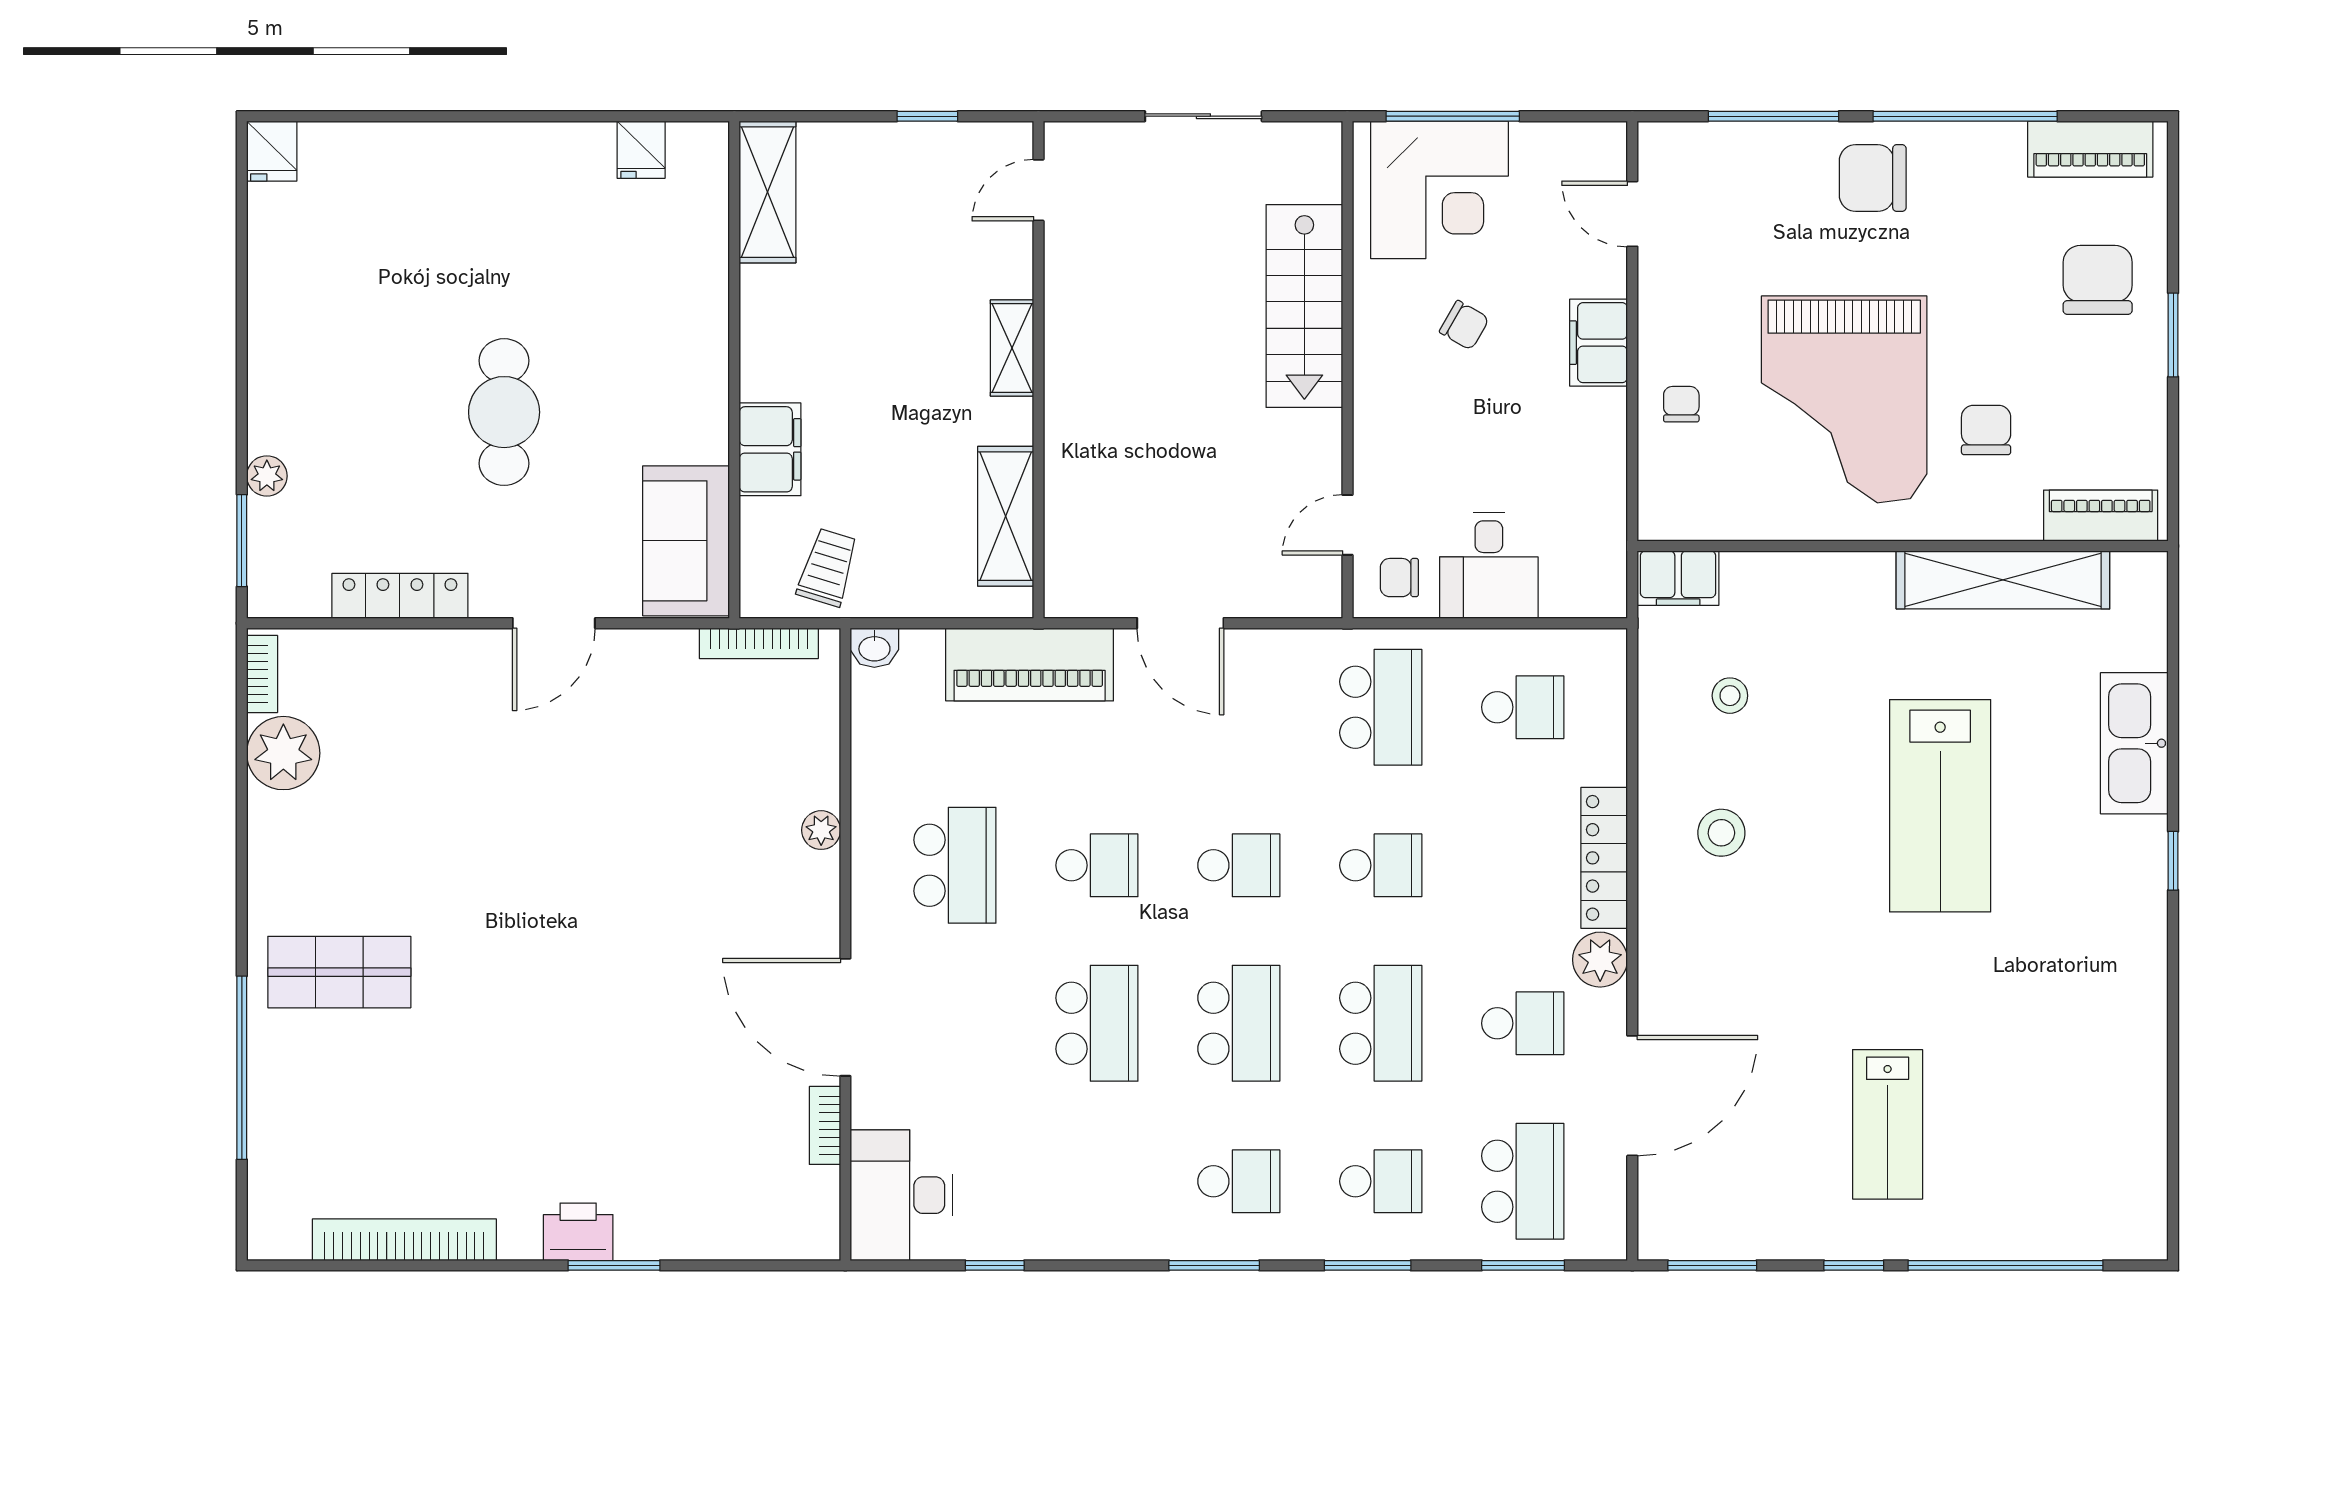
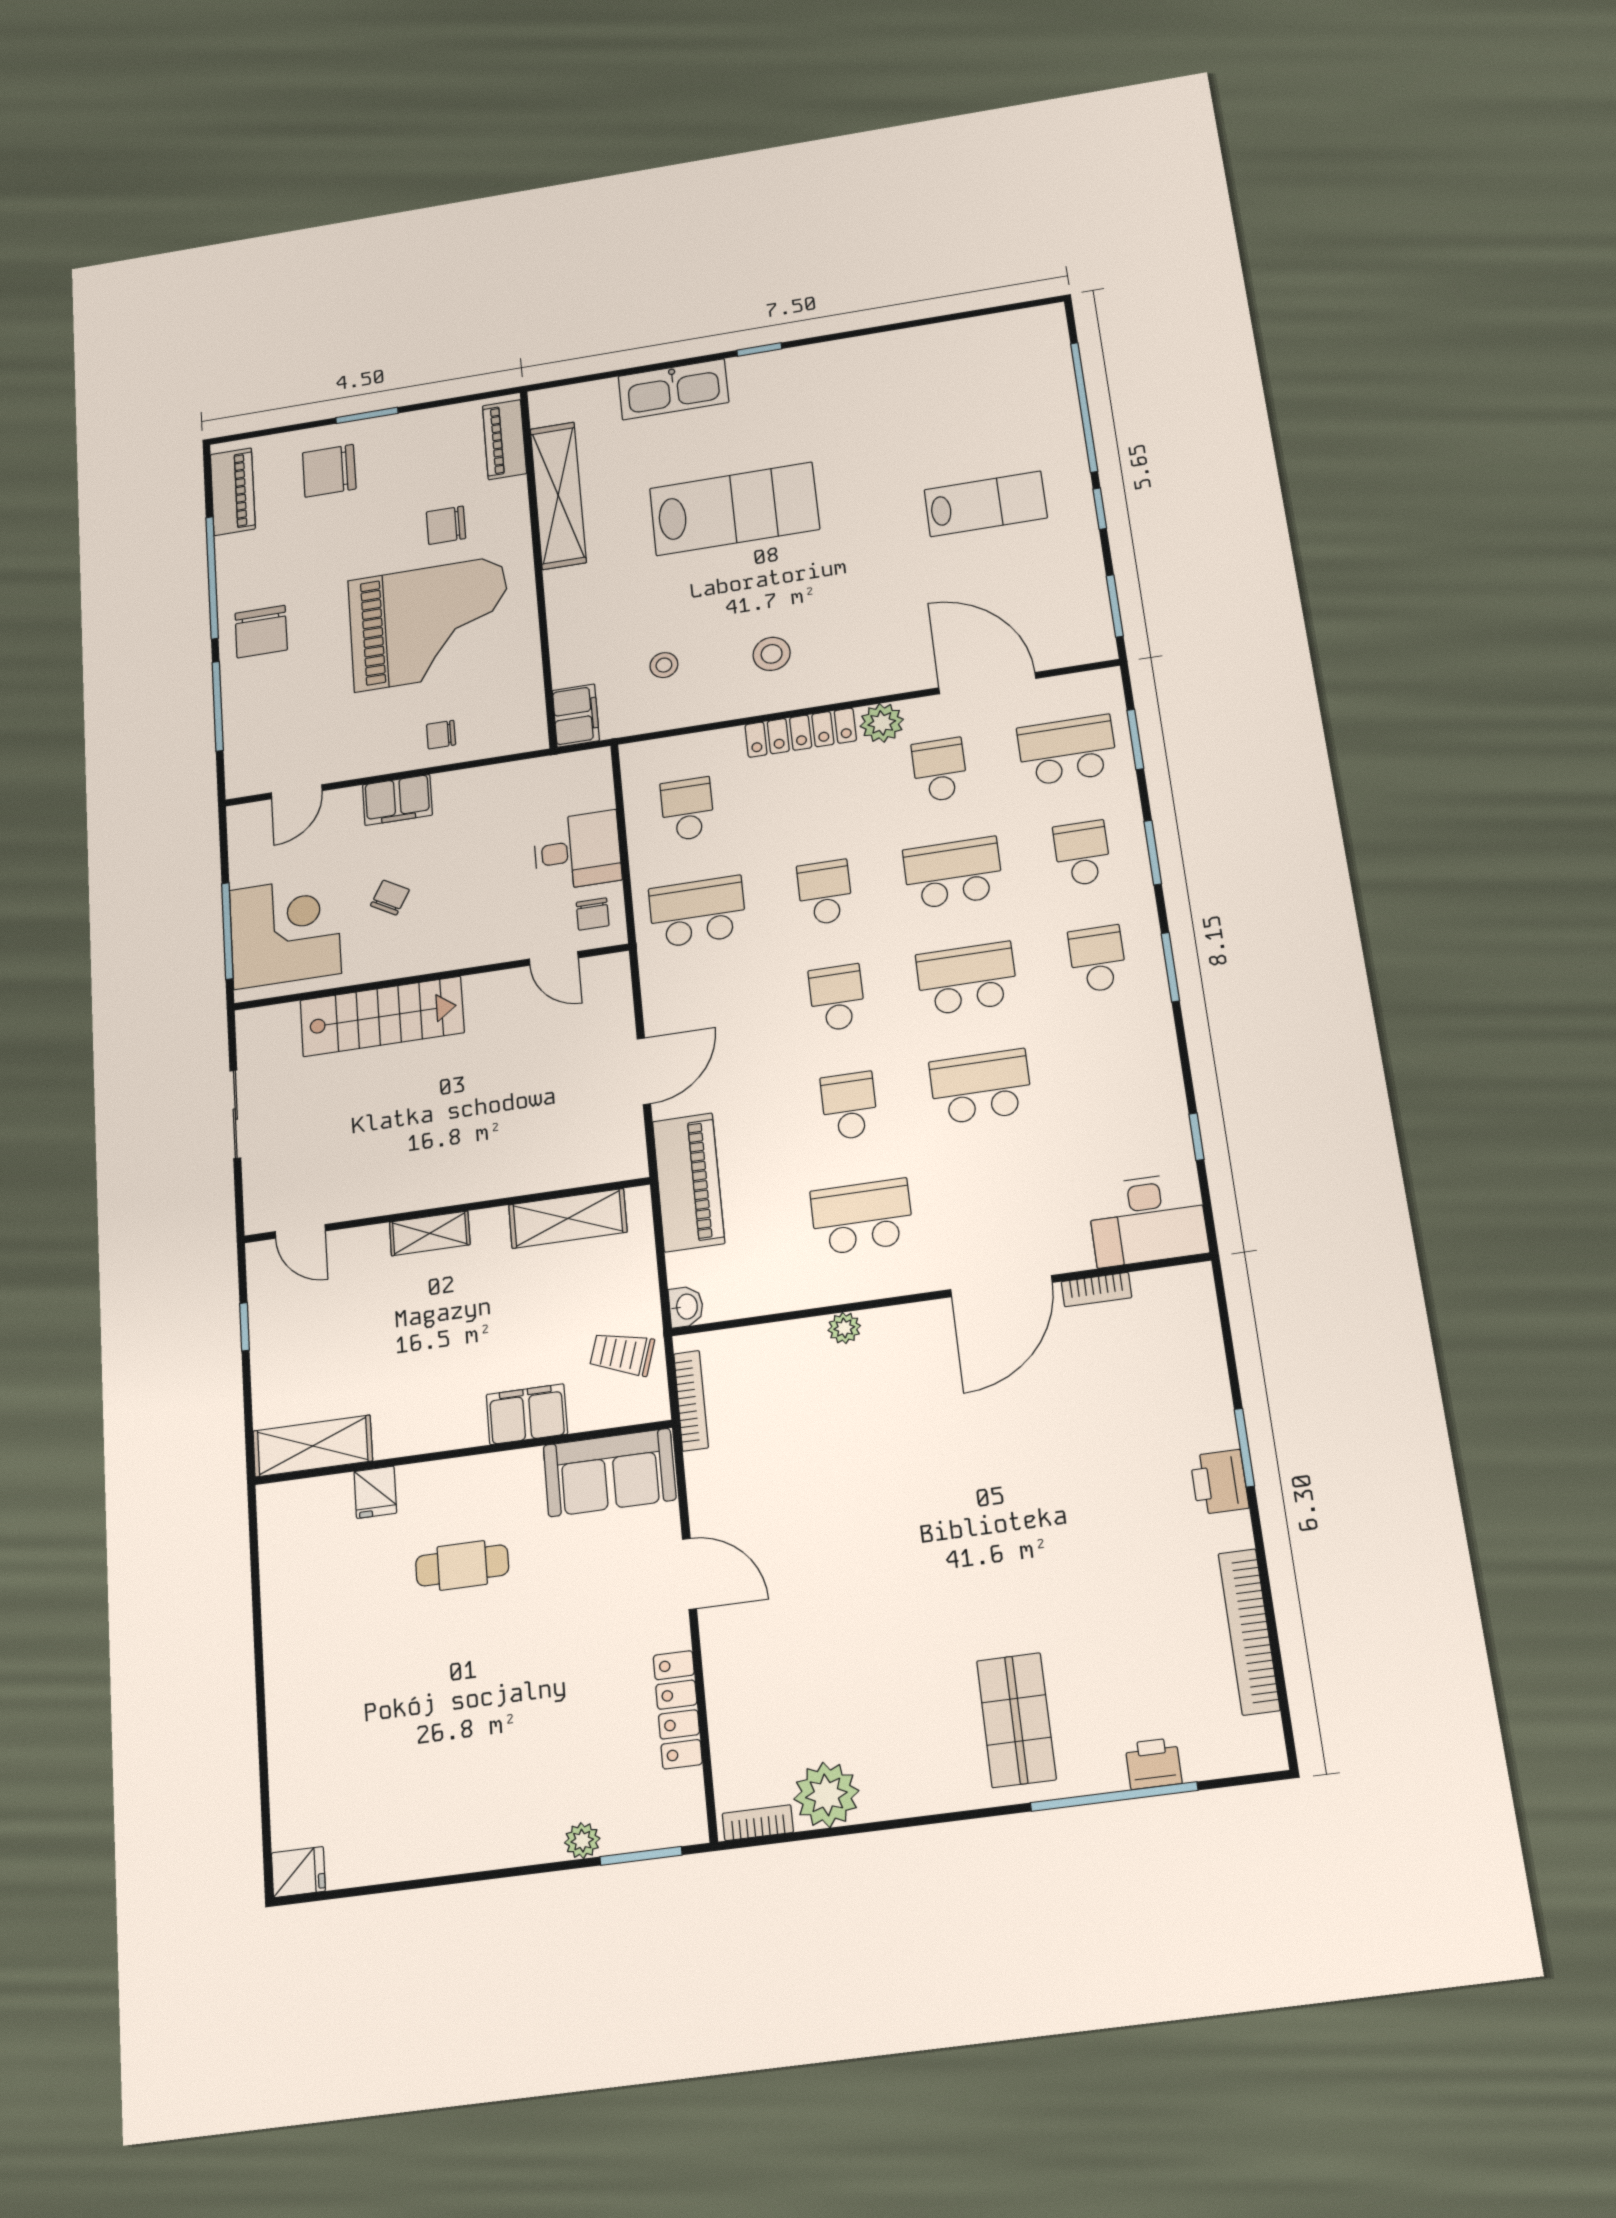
fridge: (641, 150) -> (375, 1492), moved, turned 90
cafe table: (504, 412) -> (462, 1565), moved, width x0.73, depth x0.74
printer: (272, 1115) -> (1153, 1764), added

